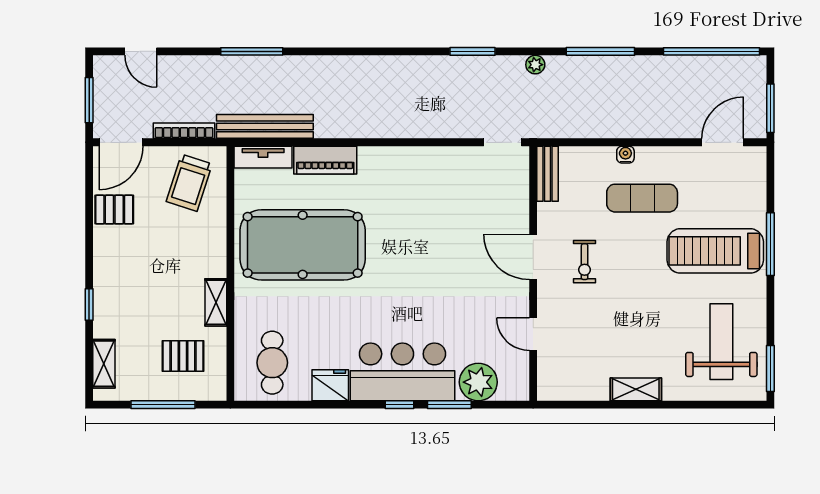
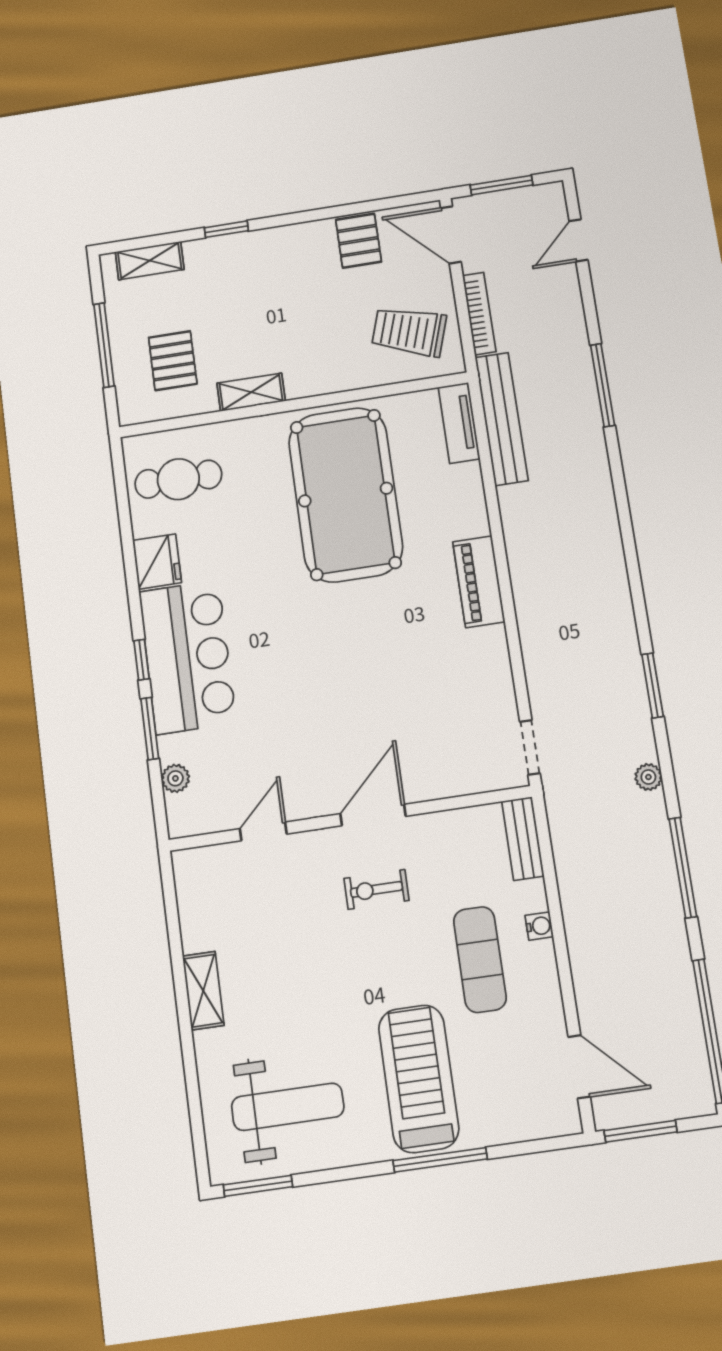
piano: (325, 160) -> (479, 582), moved
bench: (548, 174) -> (523, 839), moved, turned 90
plant: (478, 382) -> (175, 778), width x0.53, depth x0.53

